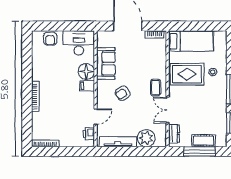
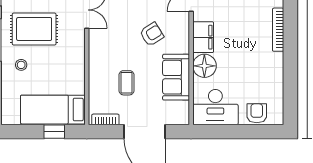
window: (190, 26) -> (54, 132), added
rug: (187, 74) -> (34, 29), moved
filing cabinet: (87, 86) -> (203, 37), width x2.00
coffee table: (156, 87) -> (127, 83), moved

